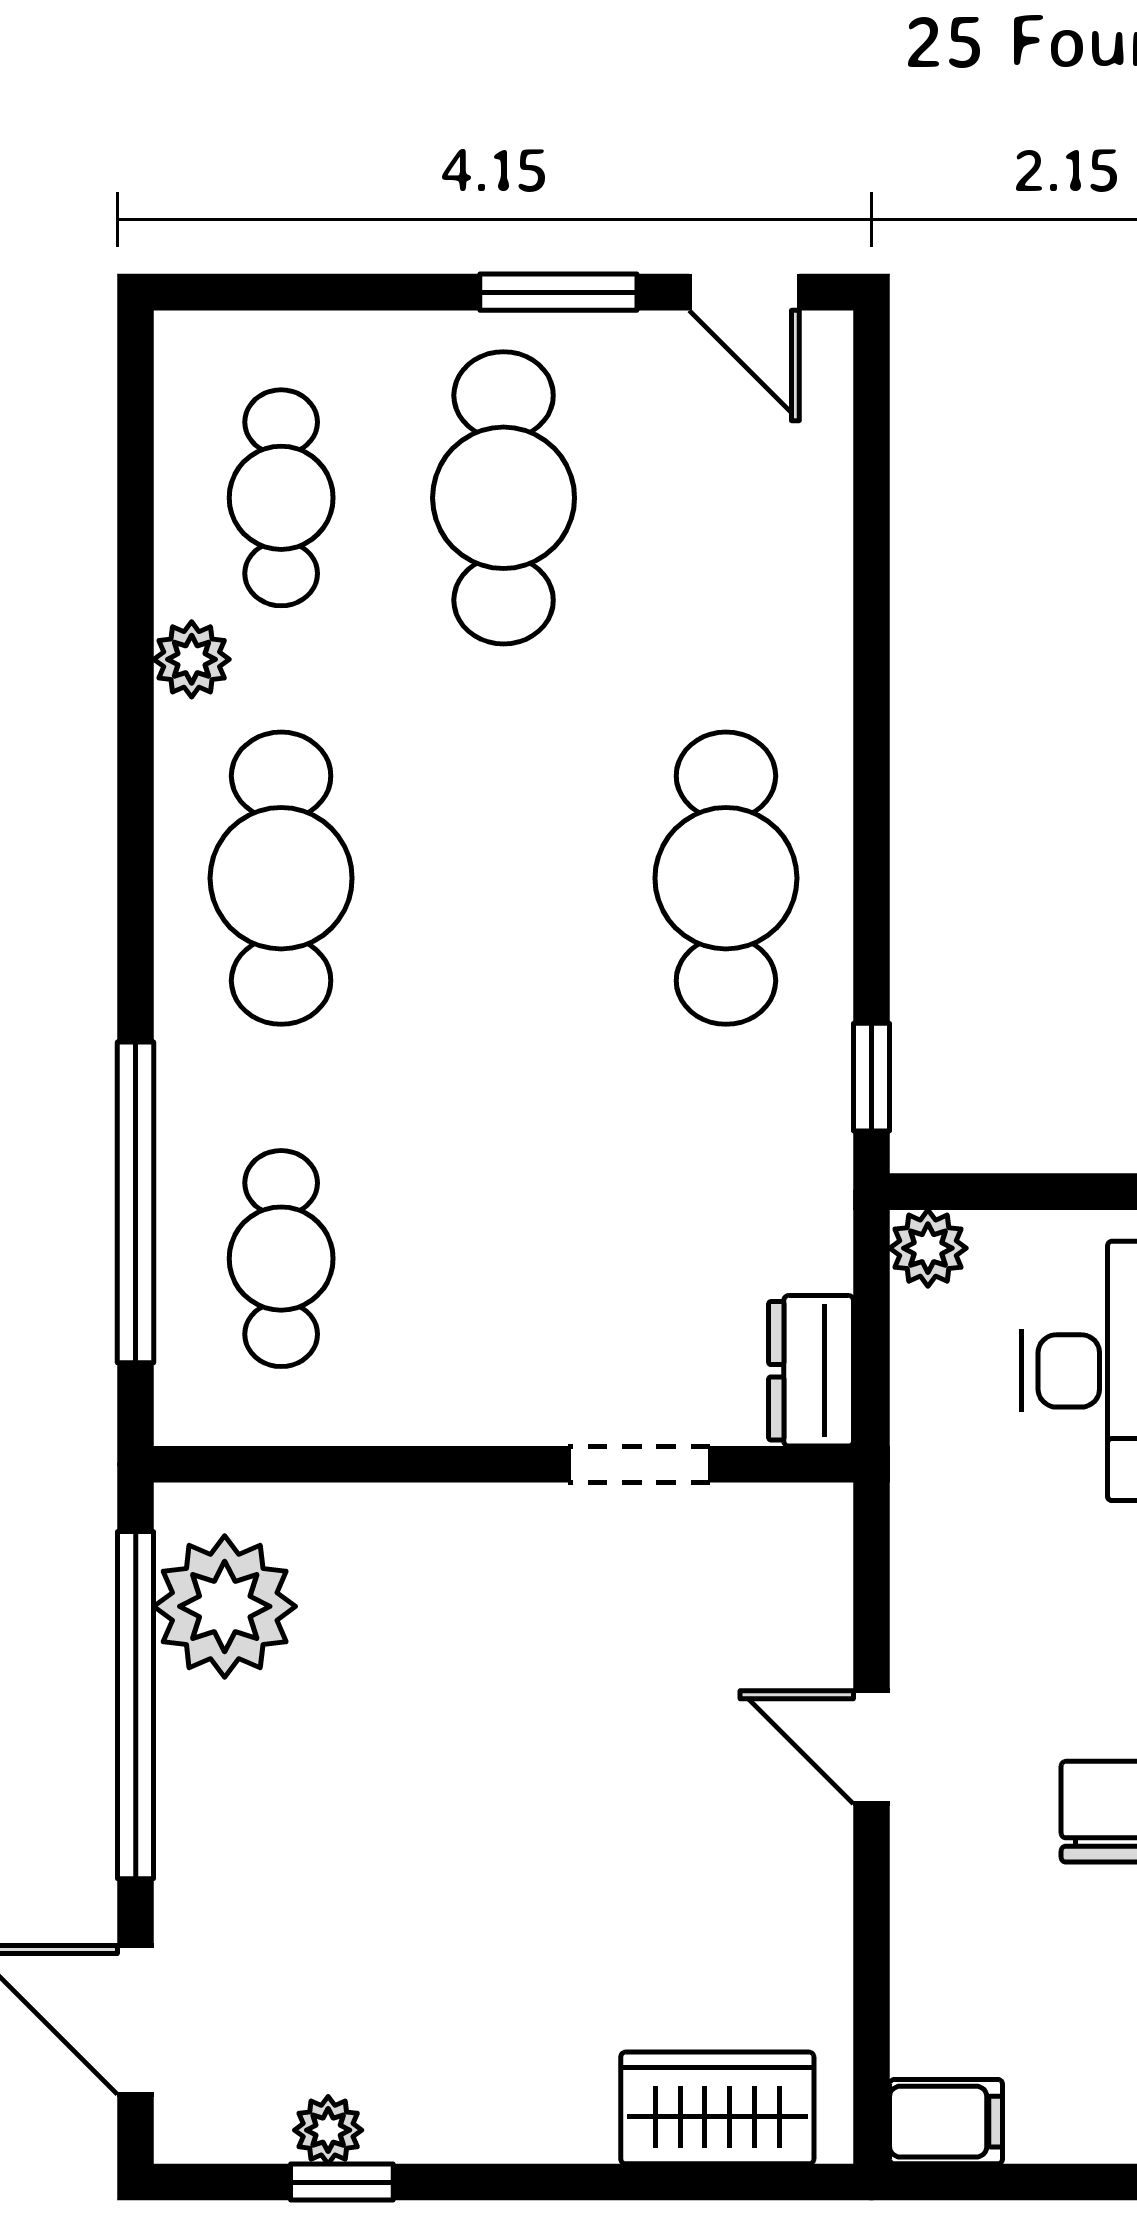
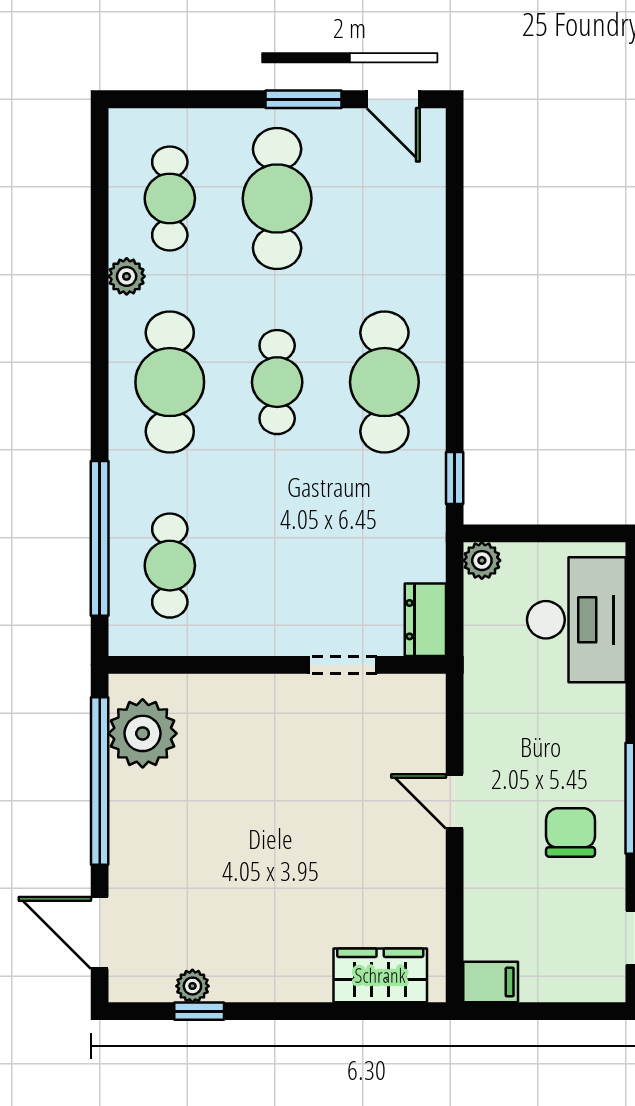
cafe table: (504, 878) -> (277, 382), added

